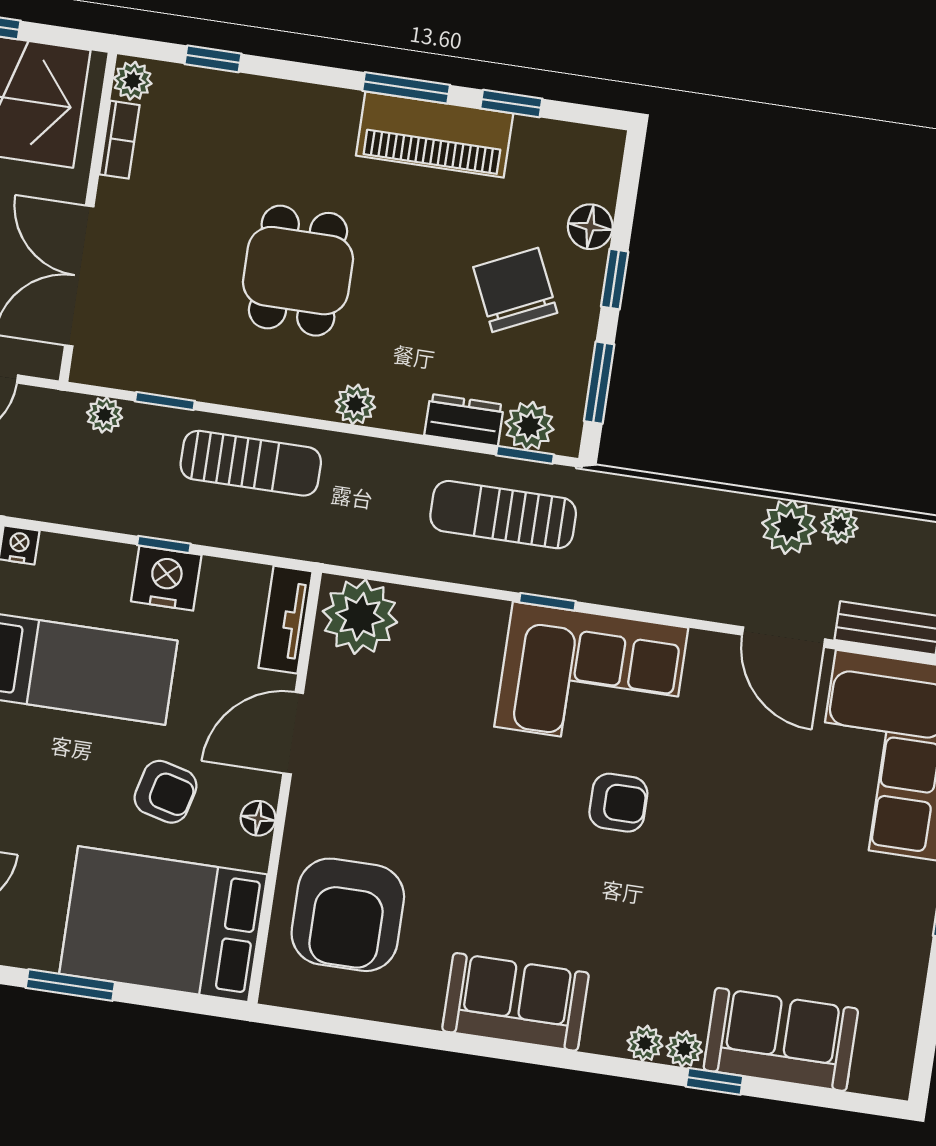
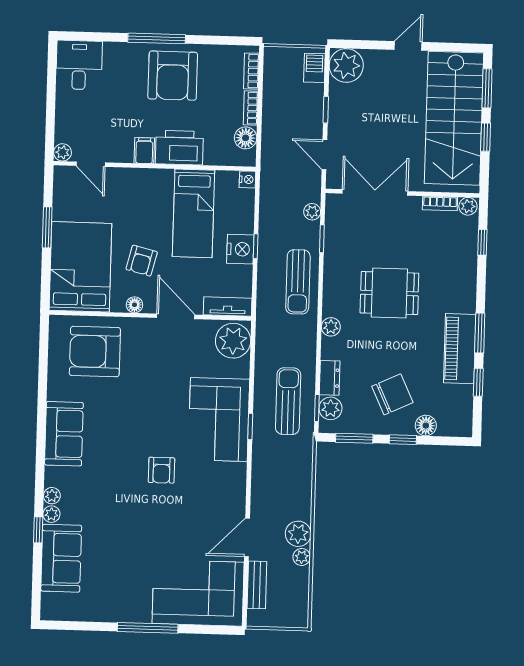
corner sofa: (591, 677) -> (219, 419), moved

